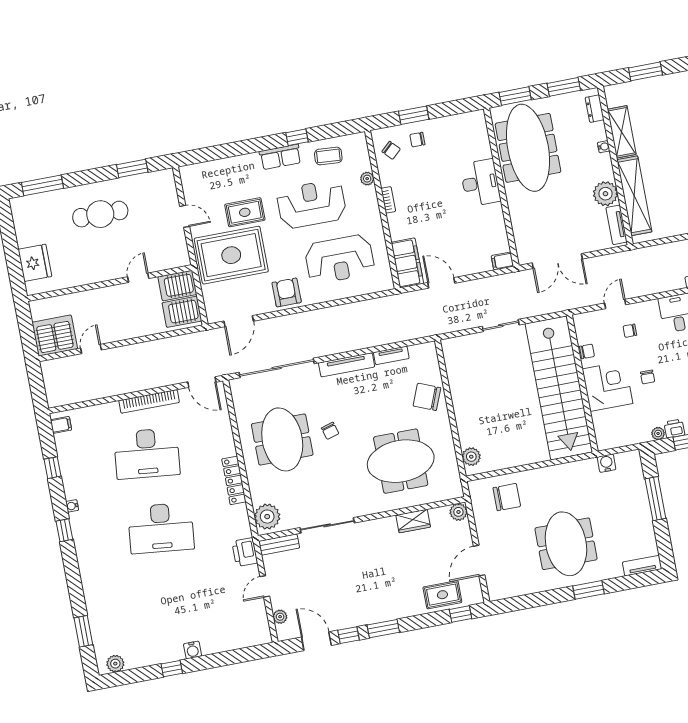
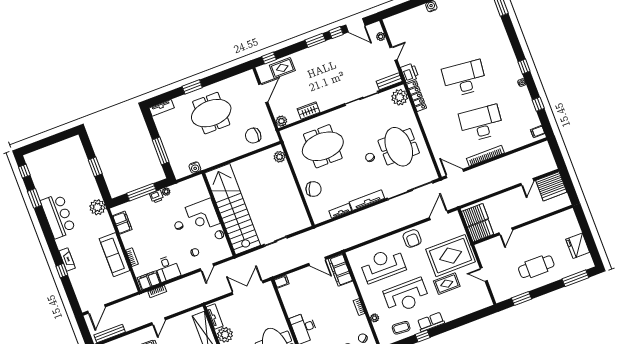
fridge: (35, 263) -> (578, 246), moved
locker: (234, 480) -> (417, 96), moved
meeting table: (566, 544) -> (211, 113), turned 90

